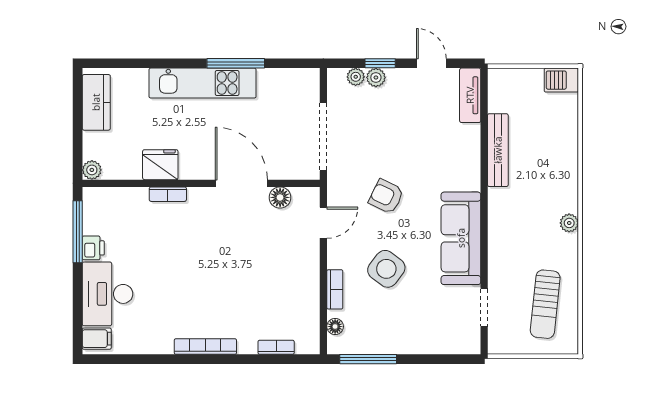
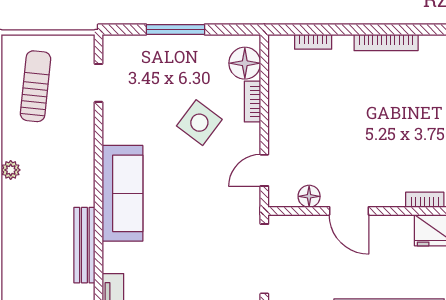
door: (241, 183) -> (349, 211), width x0.73
armchair: (386, 196) -> (200, 197), removed
sofa: (461, 238) -> (122, 193), moved
floor lamp: (335, 327) -> (245, 63), width x1.89, depth x1.89
window: (368, 359) -> (175, 30), moved

